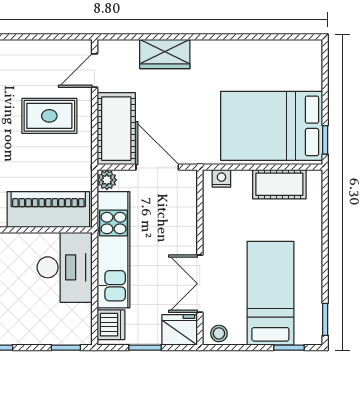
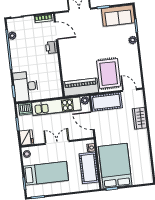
rug: (49, 116) -> (109, 74), width x1.36, depth x1.43
door: (157, 167) -> (93, 121), swing flipped
cot: (279, 184) -> (89, 168), width x1.37, depth x1.34
piano: (48, 209) -> (81, 87), moved, turned -90
desk: (65, 267) -> (26, 86), moved, turned 90
double door: (200, 284) -> (57, 142), moved

